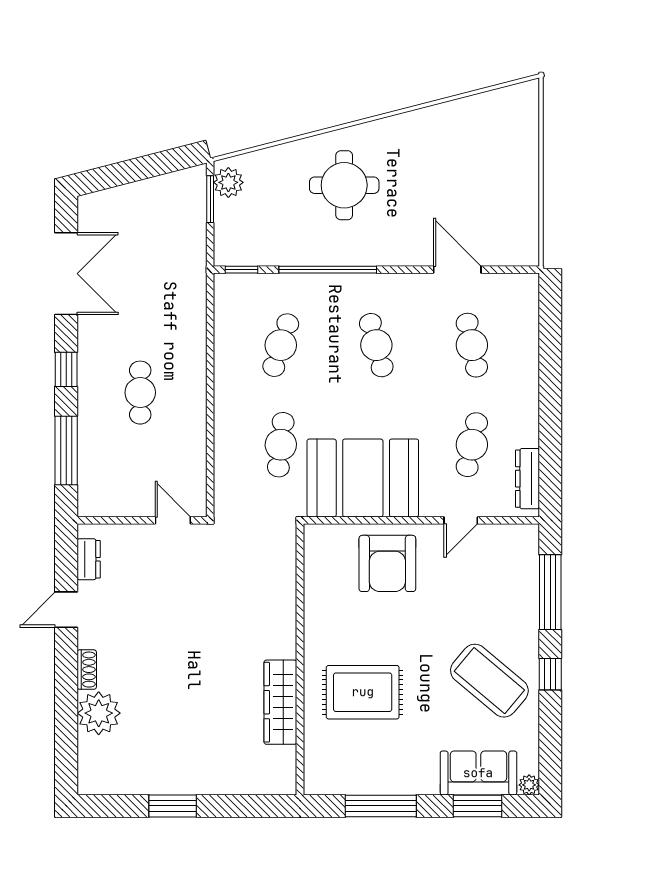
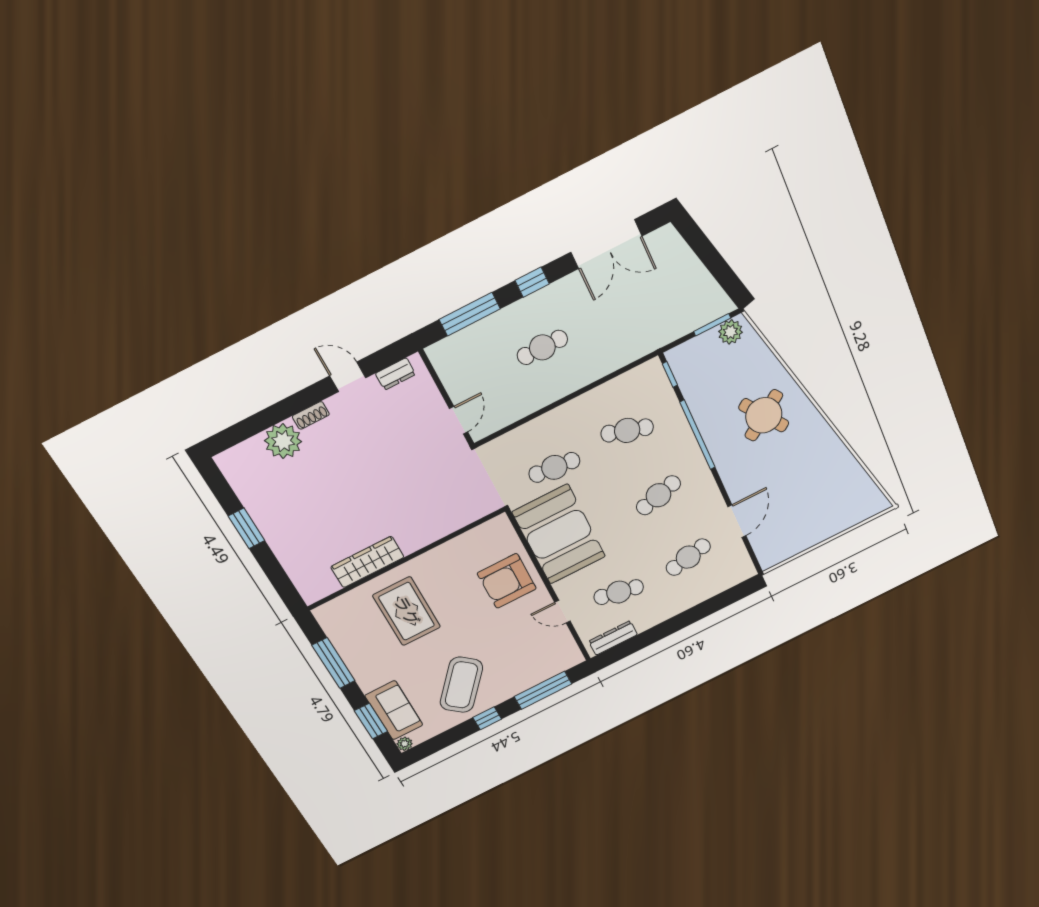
round table: (344, 185) -> (764, 415), turned -35

